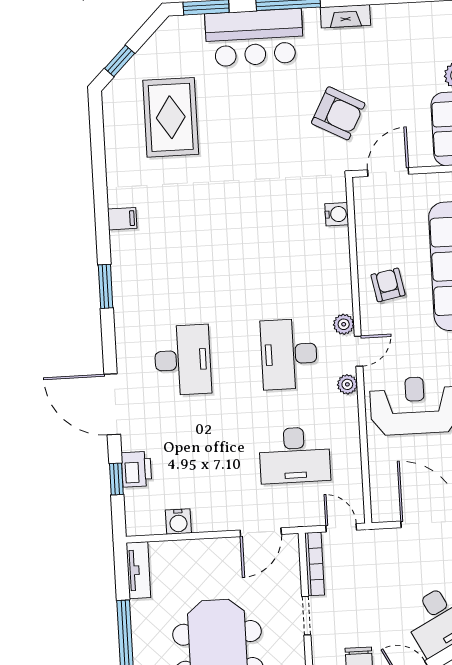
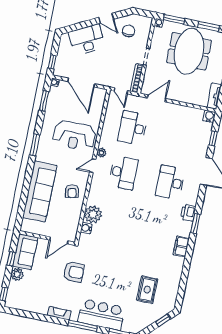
armchair: (338, 113) -> (74, 272), turned 152
rug: (171, 117) -> (147, 290), width x0.73, depth x0.70
filing cabinet: (122, 219) -> (181, 246), width x2.00
plant: (344, 324) -> (93, 214), moved, width x1.88, depth x1.88
desk: (295, 455) -> (133, 128), turned -90
printer: (136, 469) -> (188, 213), moved
water cooler: (178, 522) -> (209, 116), moved

